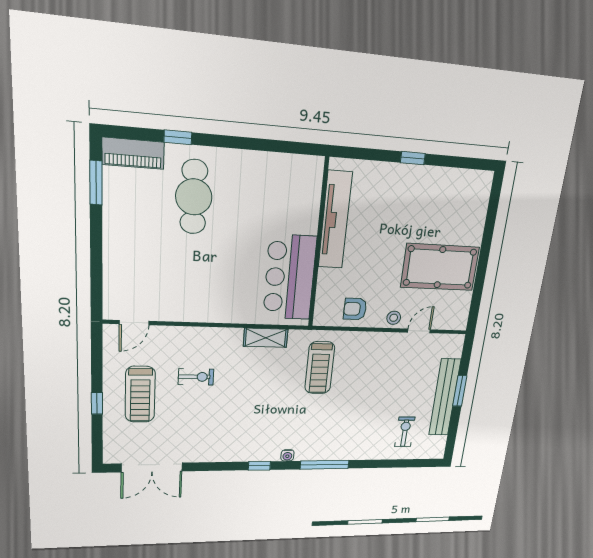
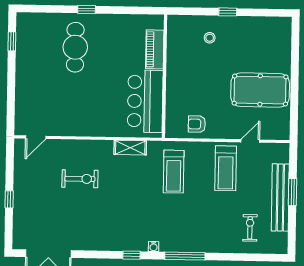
window: (178, 137) -> (87, 10), moved
piano: (133, 153) -> (155, 49), moved, turned 90
window: (96, 183) -> (12, 41), width x0.67
tv unit: (335, 220) -> (175, 58), removed
stool: (394, 318) -> (210, 38), moved
exercise bike: (196, 377) -> (80, 179), width x1.38, depth x1.39
treadmill: (140, 394) -> (226, 168), moved

